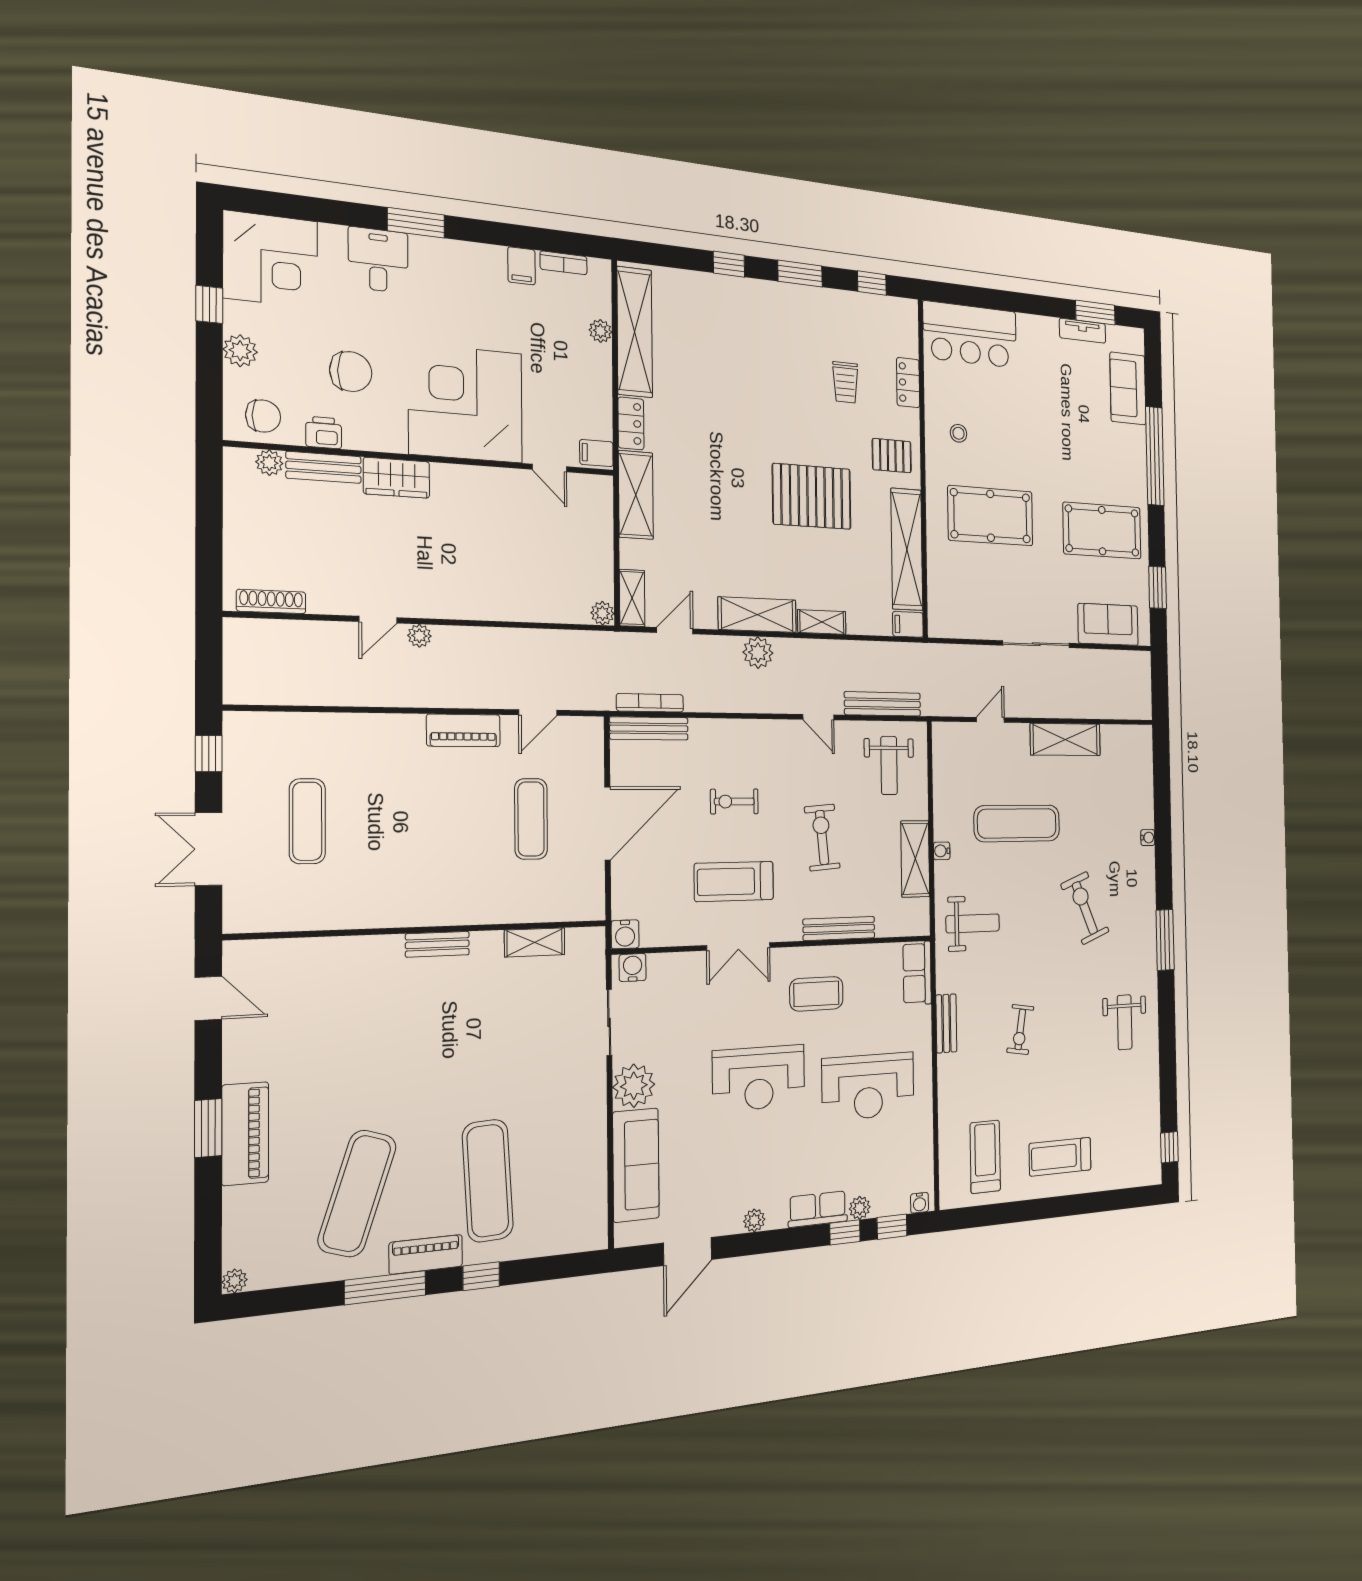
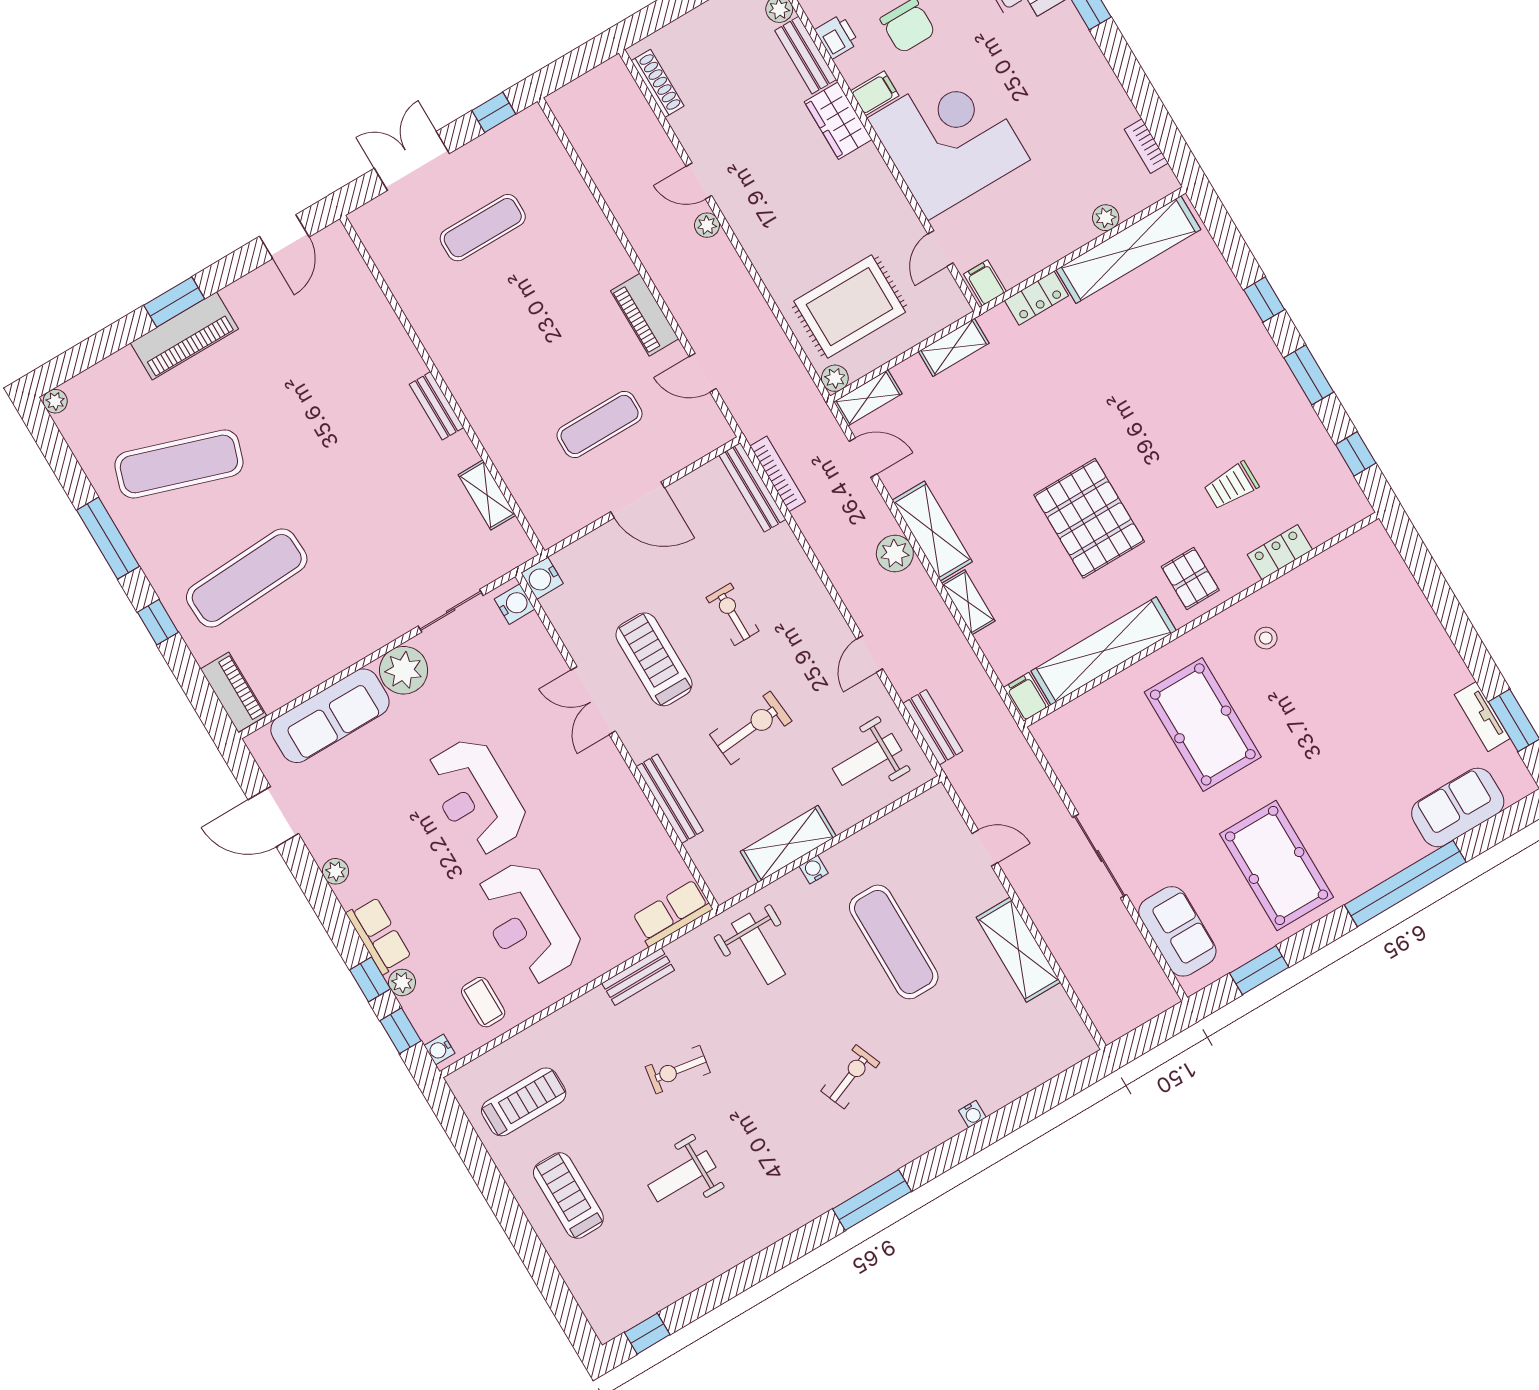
filing cabinet: (522, 266) -> (875, 93), moved, turned 180
bar counter: (970, 335) -> (1381, 591), removed
shelving: (636, 495) -> (954, 347), width x0.67, depth x0.75
rug: (553, 566) -> (850, 307), added
bench: (883, 704) -> (933, 727), width x0.73
door: (608, 823) -> (638, 500), width x0.73
exercise bike: (1085, 908) -> (850, 1077), width x0.73, depth x0.72
coffee table: (816, 994) -> (483, 1002), moved, width x0.73, depth x0.77
weight bench: (1125, 1022) -> (682, 1176), moved
piano: (426, 1254) -> (233, 692), moved

